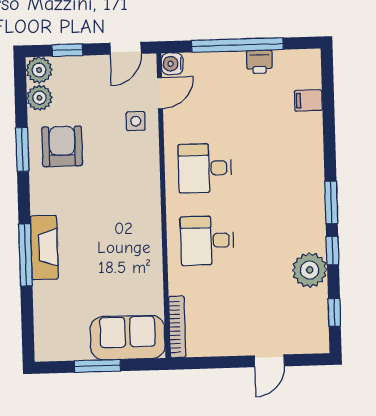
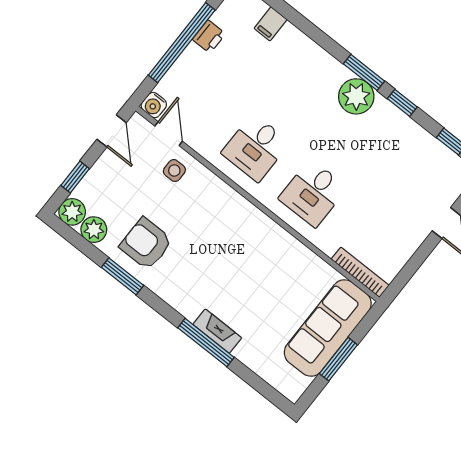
fireplace: (44, 247) -> (217, 331), width x0.73, depth x0.76
plant: (310, 270) -> (356, 96), moved
sofa: (128, 338) -> (328, 328), width x1.36

